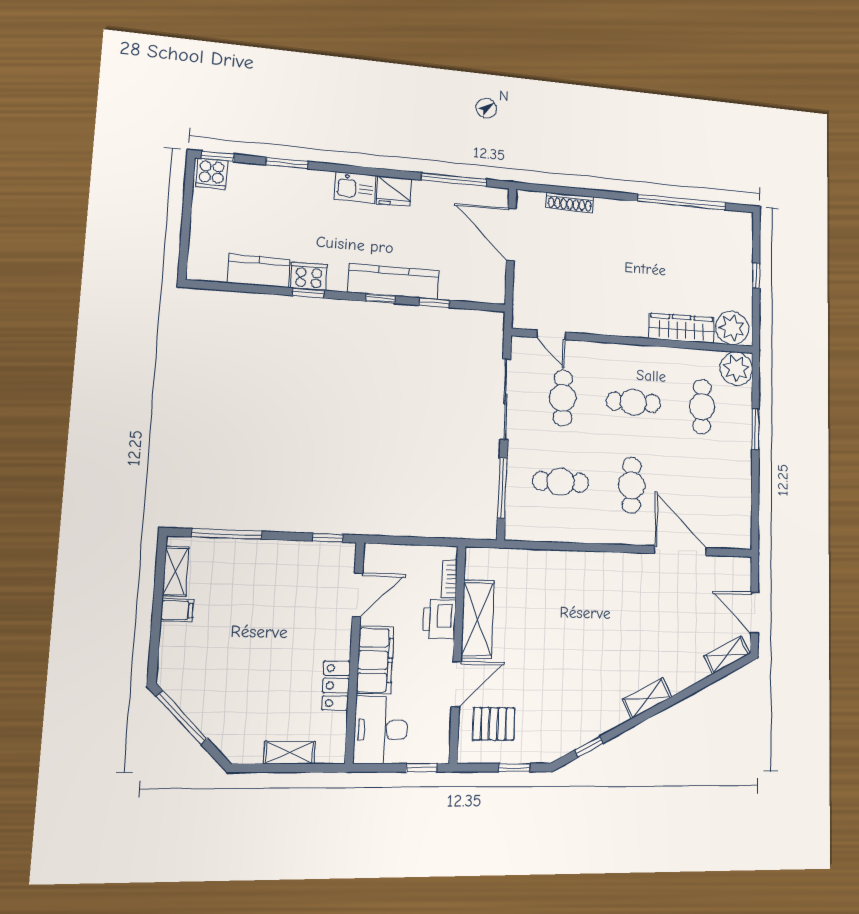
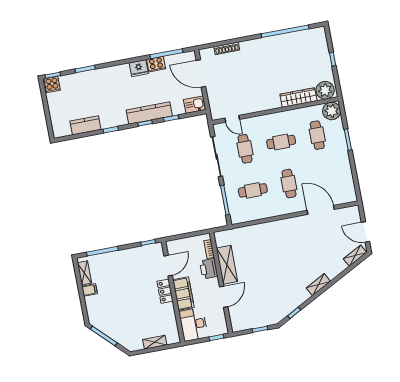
kitchen sink: (355, 187) -> (195, 105), moved, turned 180
cooker: (309, 276) -> (156, 64), moved, turned 180
locker: (336, 686) -> (165, 291), moved
pallet: (493, 724) -> (246, 311), removed

